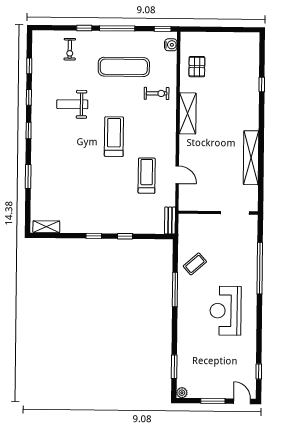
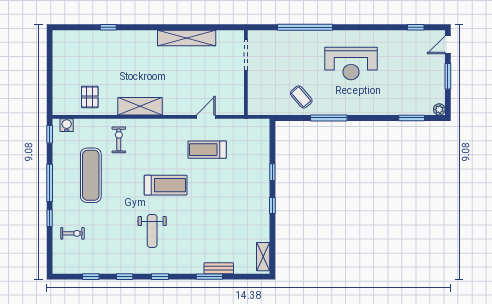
pallet: (197, 67) -> (90, 97), turned 90
weight bench: (72, 104) -> (152, 231), moved
treadmill: (114, 137) -> (166, 185), turned 180
bench: (170, 220) -> (219, 268), moved

